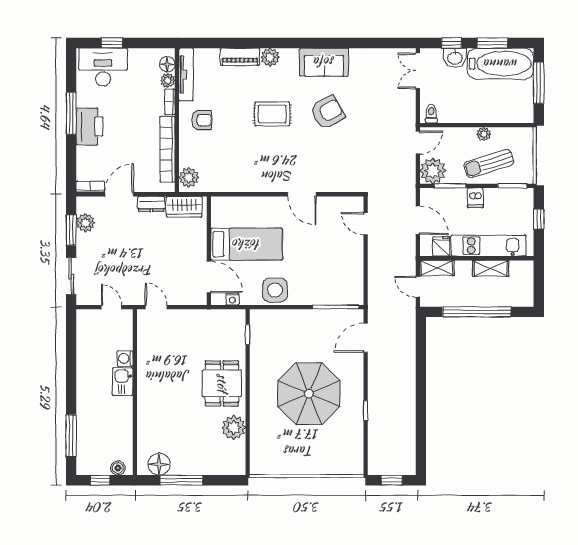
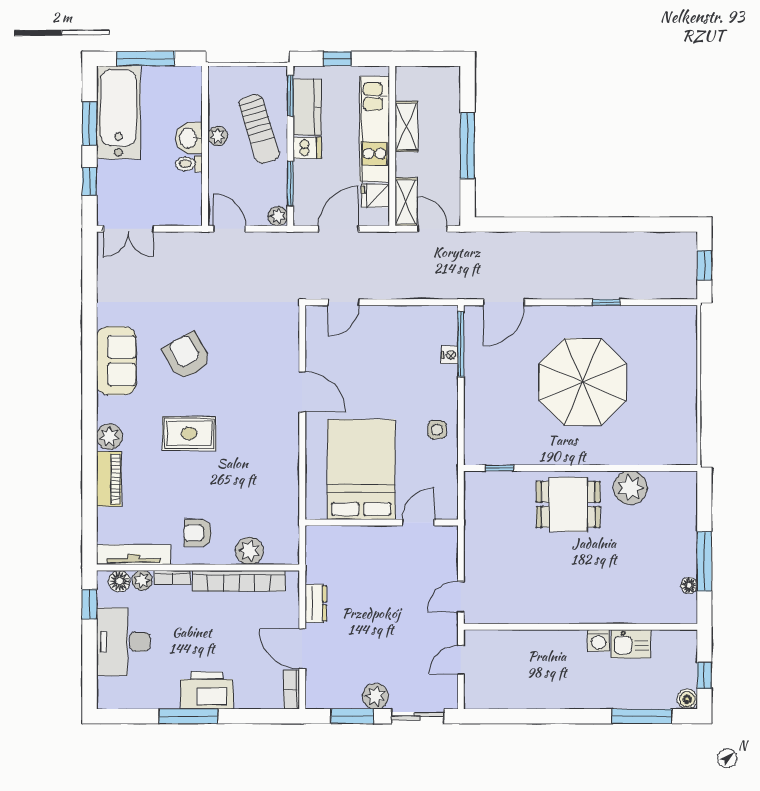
window: (112, 43) -> (89, 604), moved
washbasin: (455, 58) -> (189, 138), moved, turned 180
desk: (103, 67) -> (123, 642), moved
rug: (272, 114) -> (189, 434), turned 90
toilet: (431, 114) -> (189, 164), moved
armchair: (202, 120) -> (198, 533), turned -90
plant: (433, 171) -> (278, 216), width x0.53, depth x0.53
plant: (189, 177) -> (249, 551), moved
door: (302, 194) -> (302, 392), hinge flipped
kitchen counter: (504, 198) -> (307, 107), added
wardrobe: (184, 207) -> (320, 557), removed
plant: (85, 223) -> (375, 696), moved
bed: (247, 244) -> (361, 470), width x1.50
door: (209, 277) -> (418, 522), width x0.73
door: (418, 287) -> (432, 229), swing flipped
side table: (275, 290) -> (437, 430), width x0.54, depth x0.54
nightstand: (232, 299) -> (450, 355), moved
window: (477, 312) -> (468, 146), width x0.68
door: (366, 338) -> (504, 302), hinge flipped
washing machine: (125, 359) -> (598, 641), moved
kitchen sink: (123, 382) -> (631, 644), moved
floor lamp: (159, 464) -> (689, 585), width x0.53, depth x0.53
boiler: (118, 468) -> (687, 699), moved

